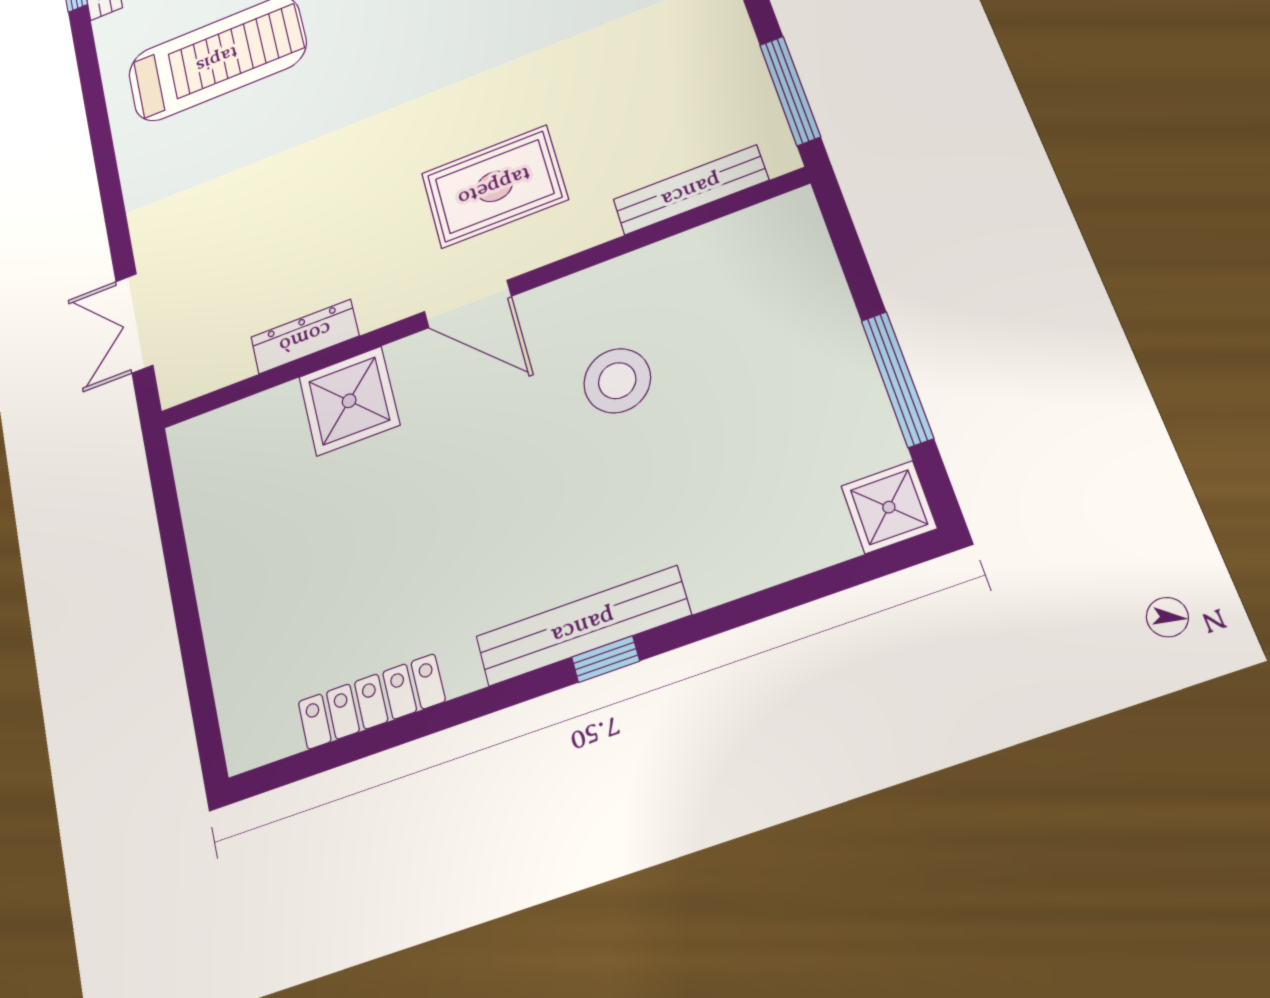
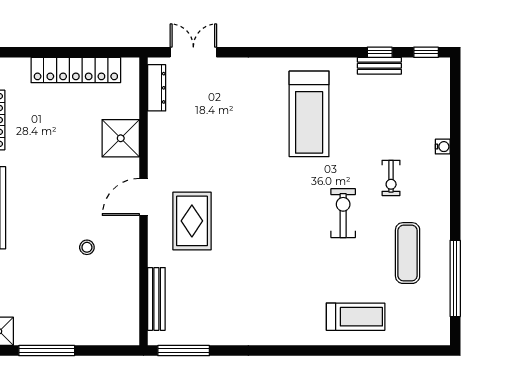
dresser: (305, 337) -> (157, 88), moved
stool: (617, 381) -> (87, 247), width x0.53, depth x0.53
locker: (218, 555) -> (76, 70), added

